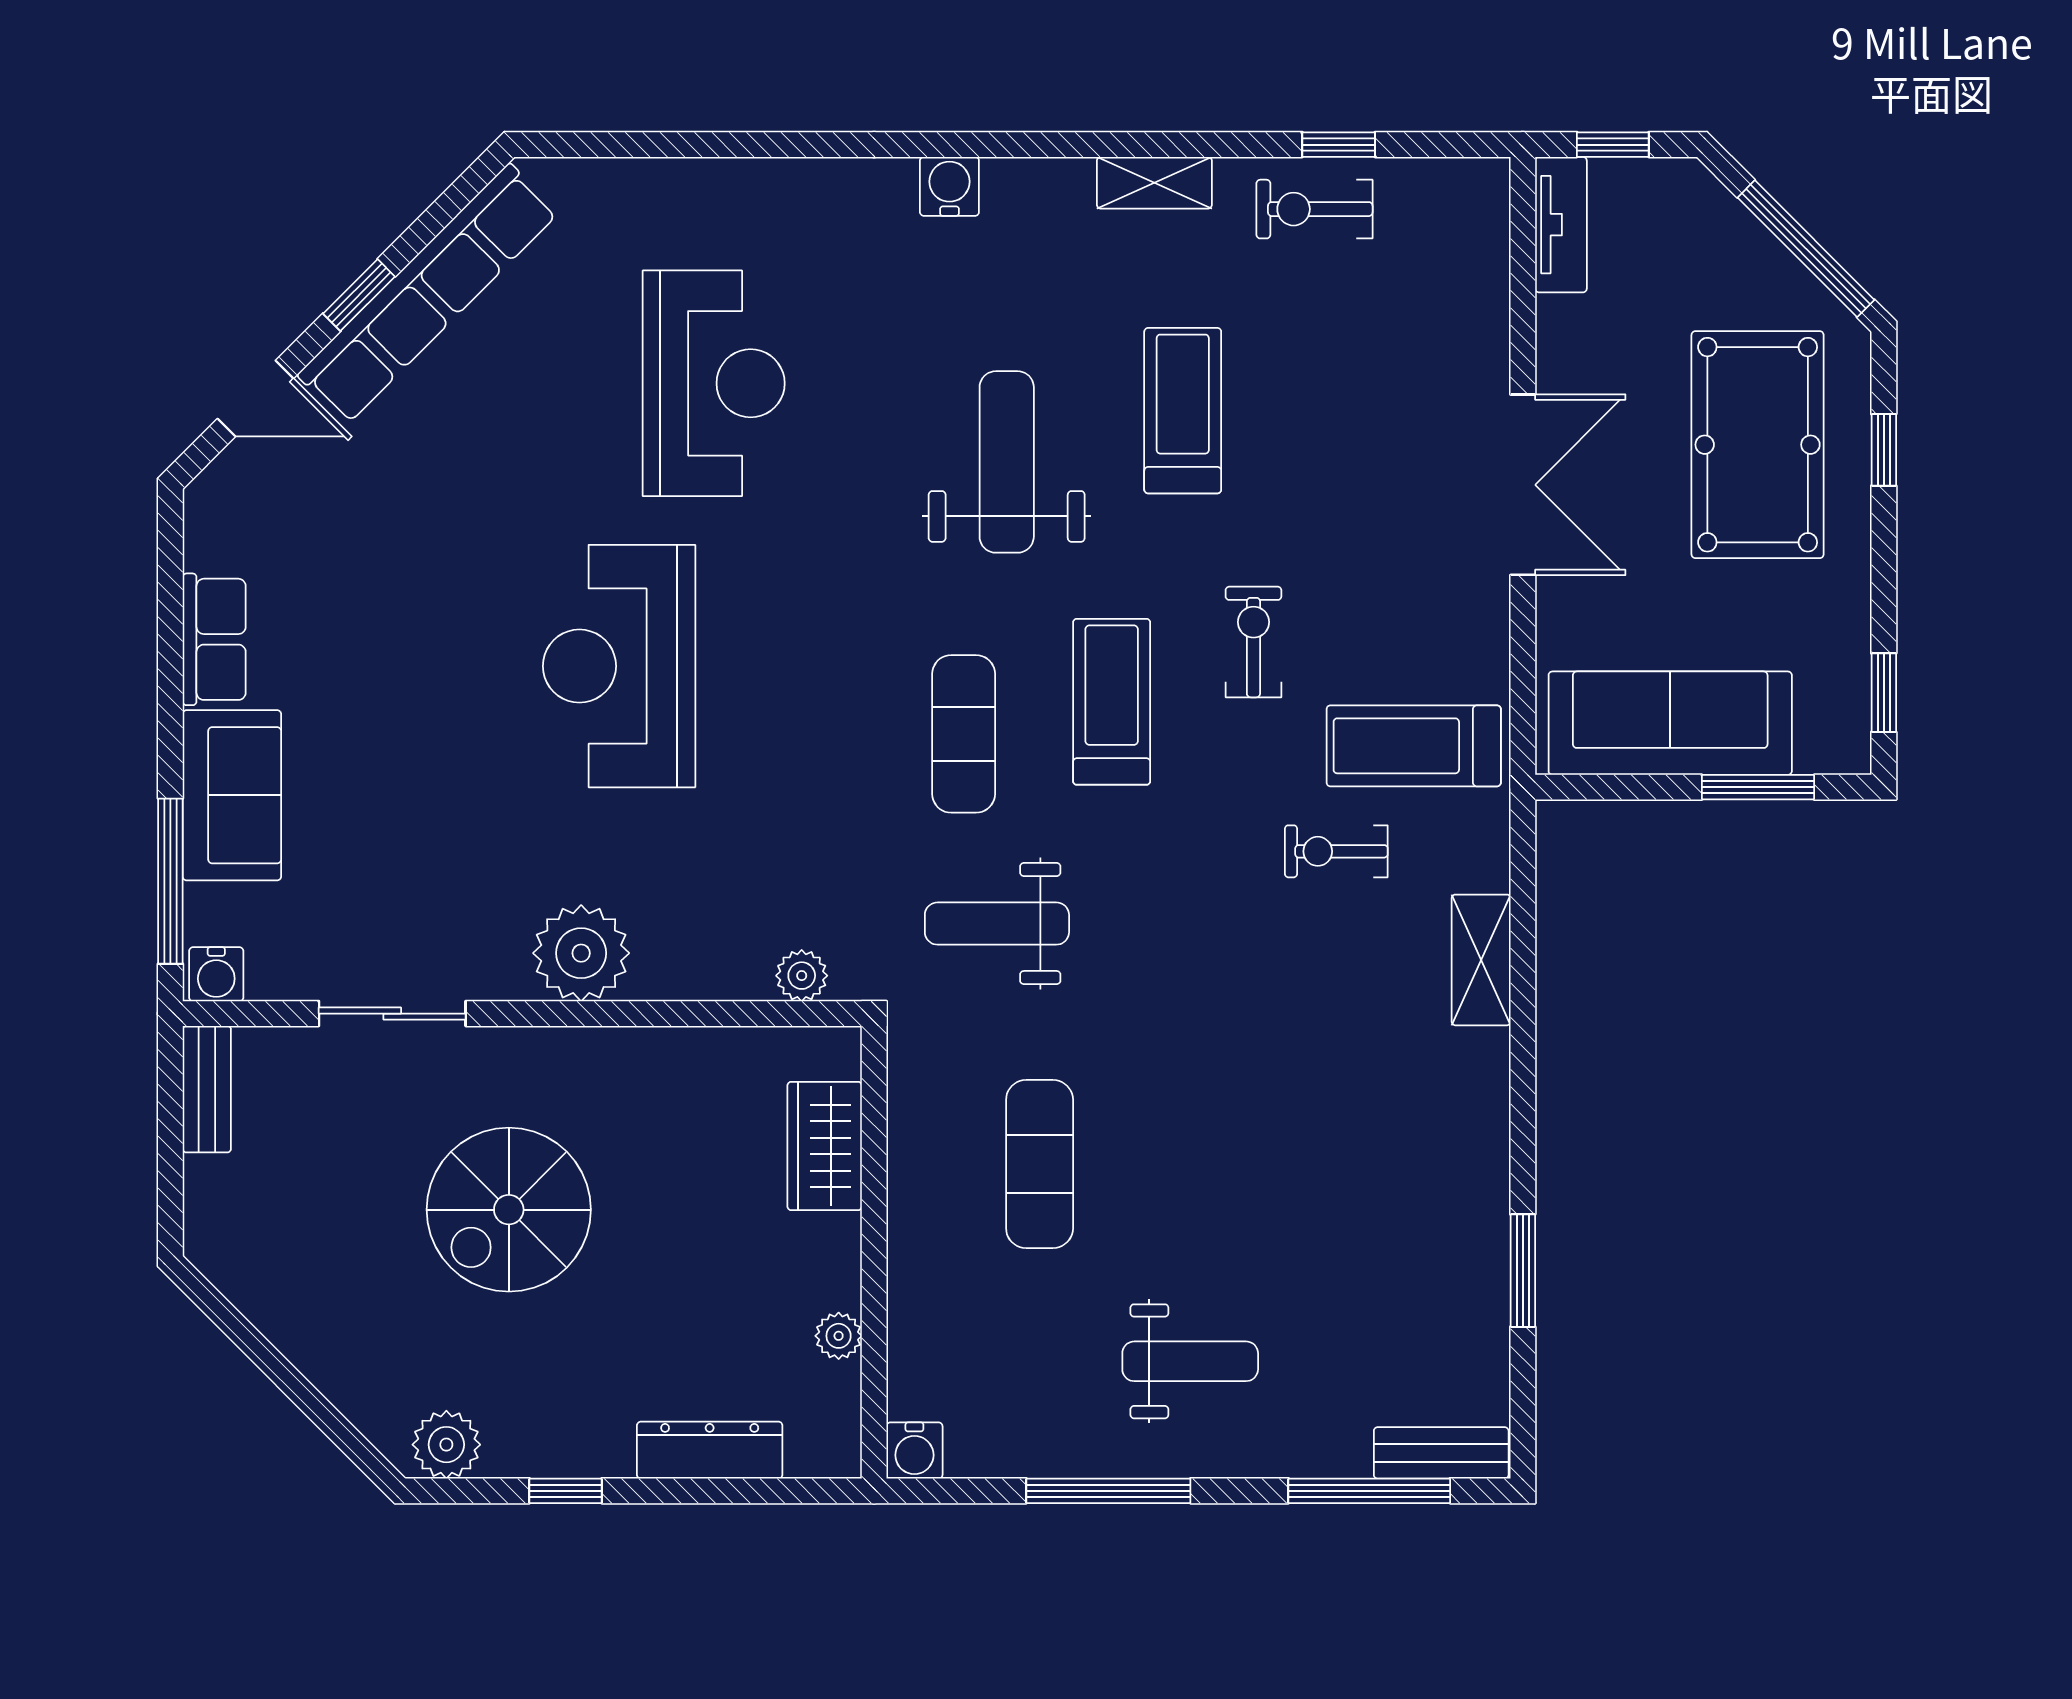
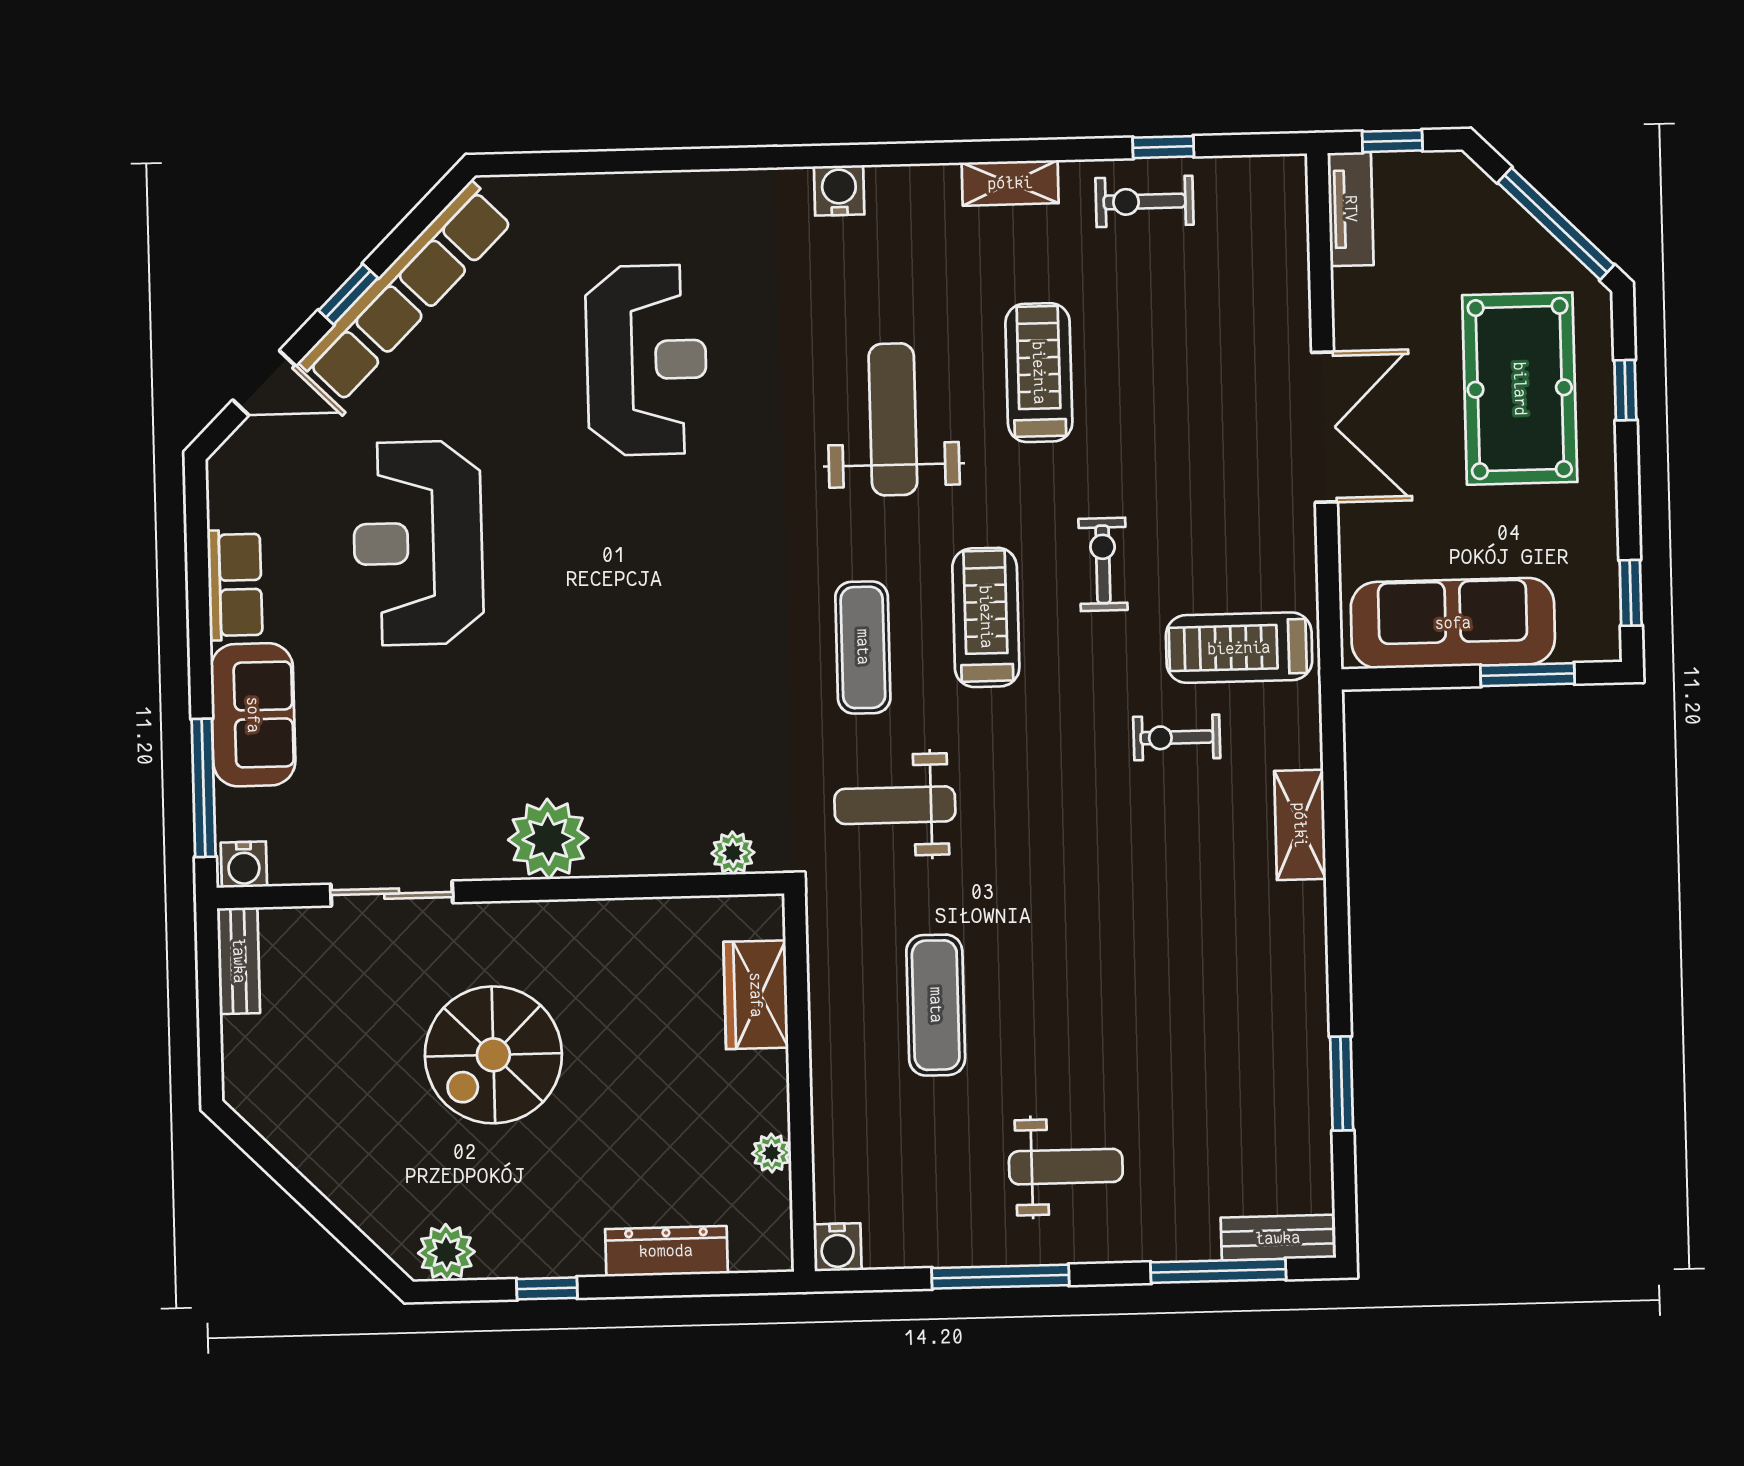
reception desk: (619, 666) -> (418, 543), moved

